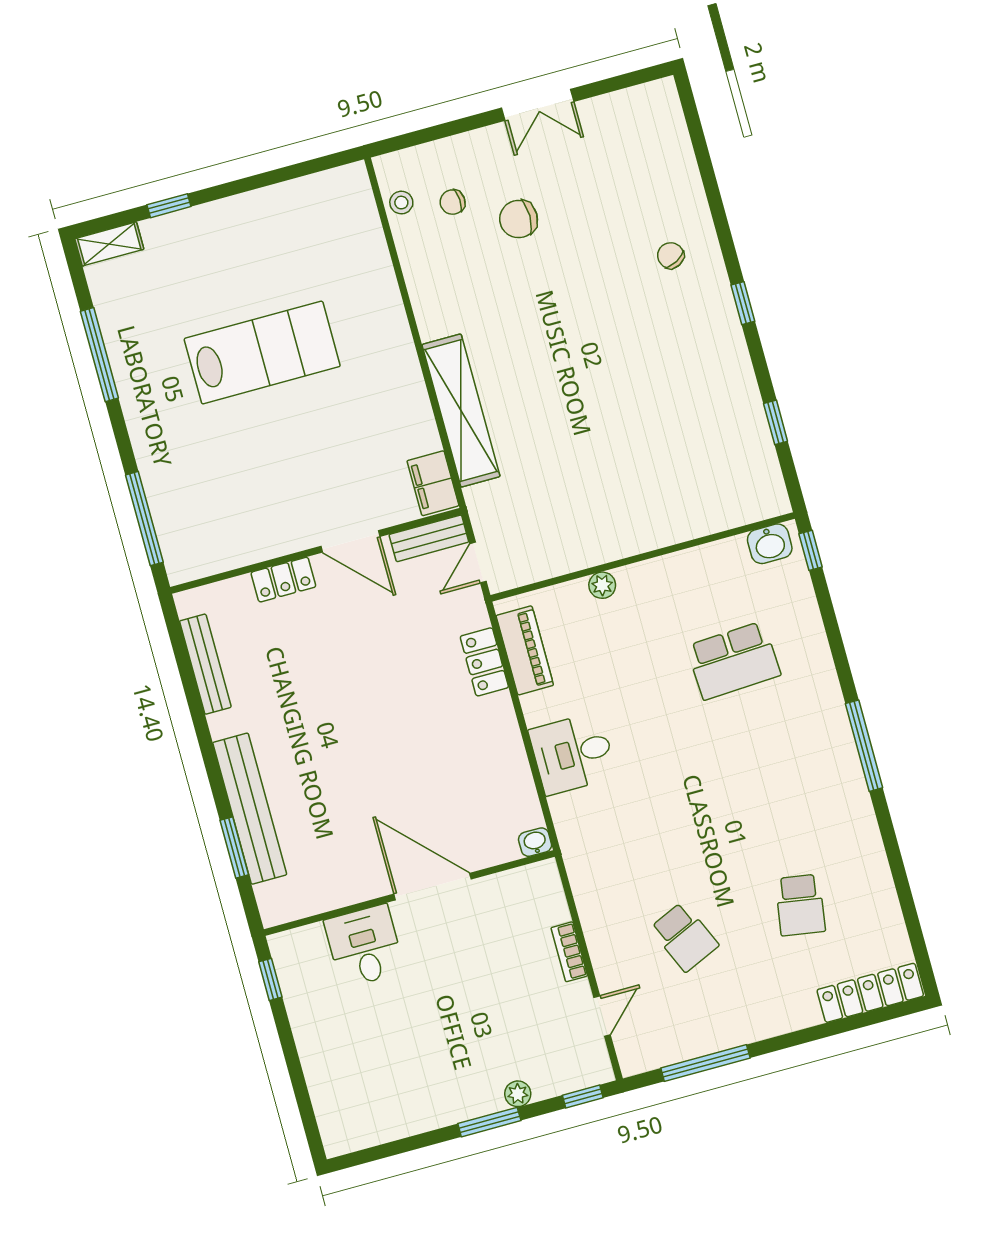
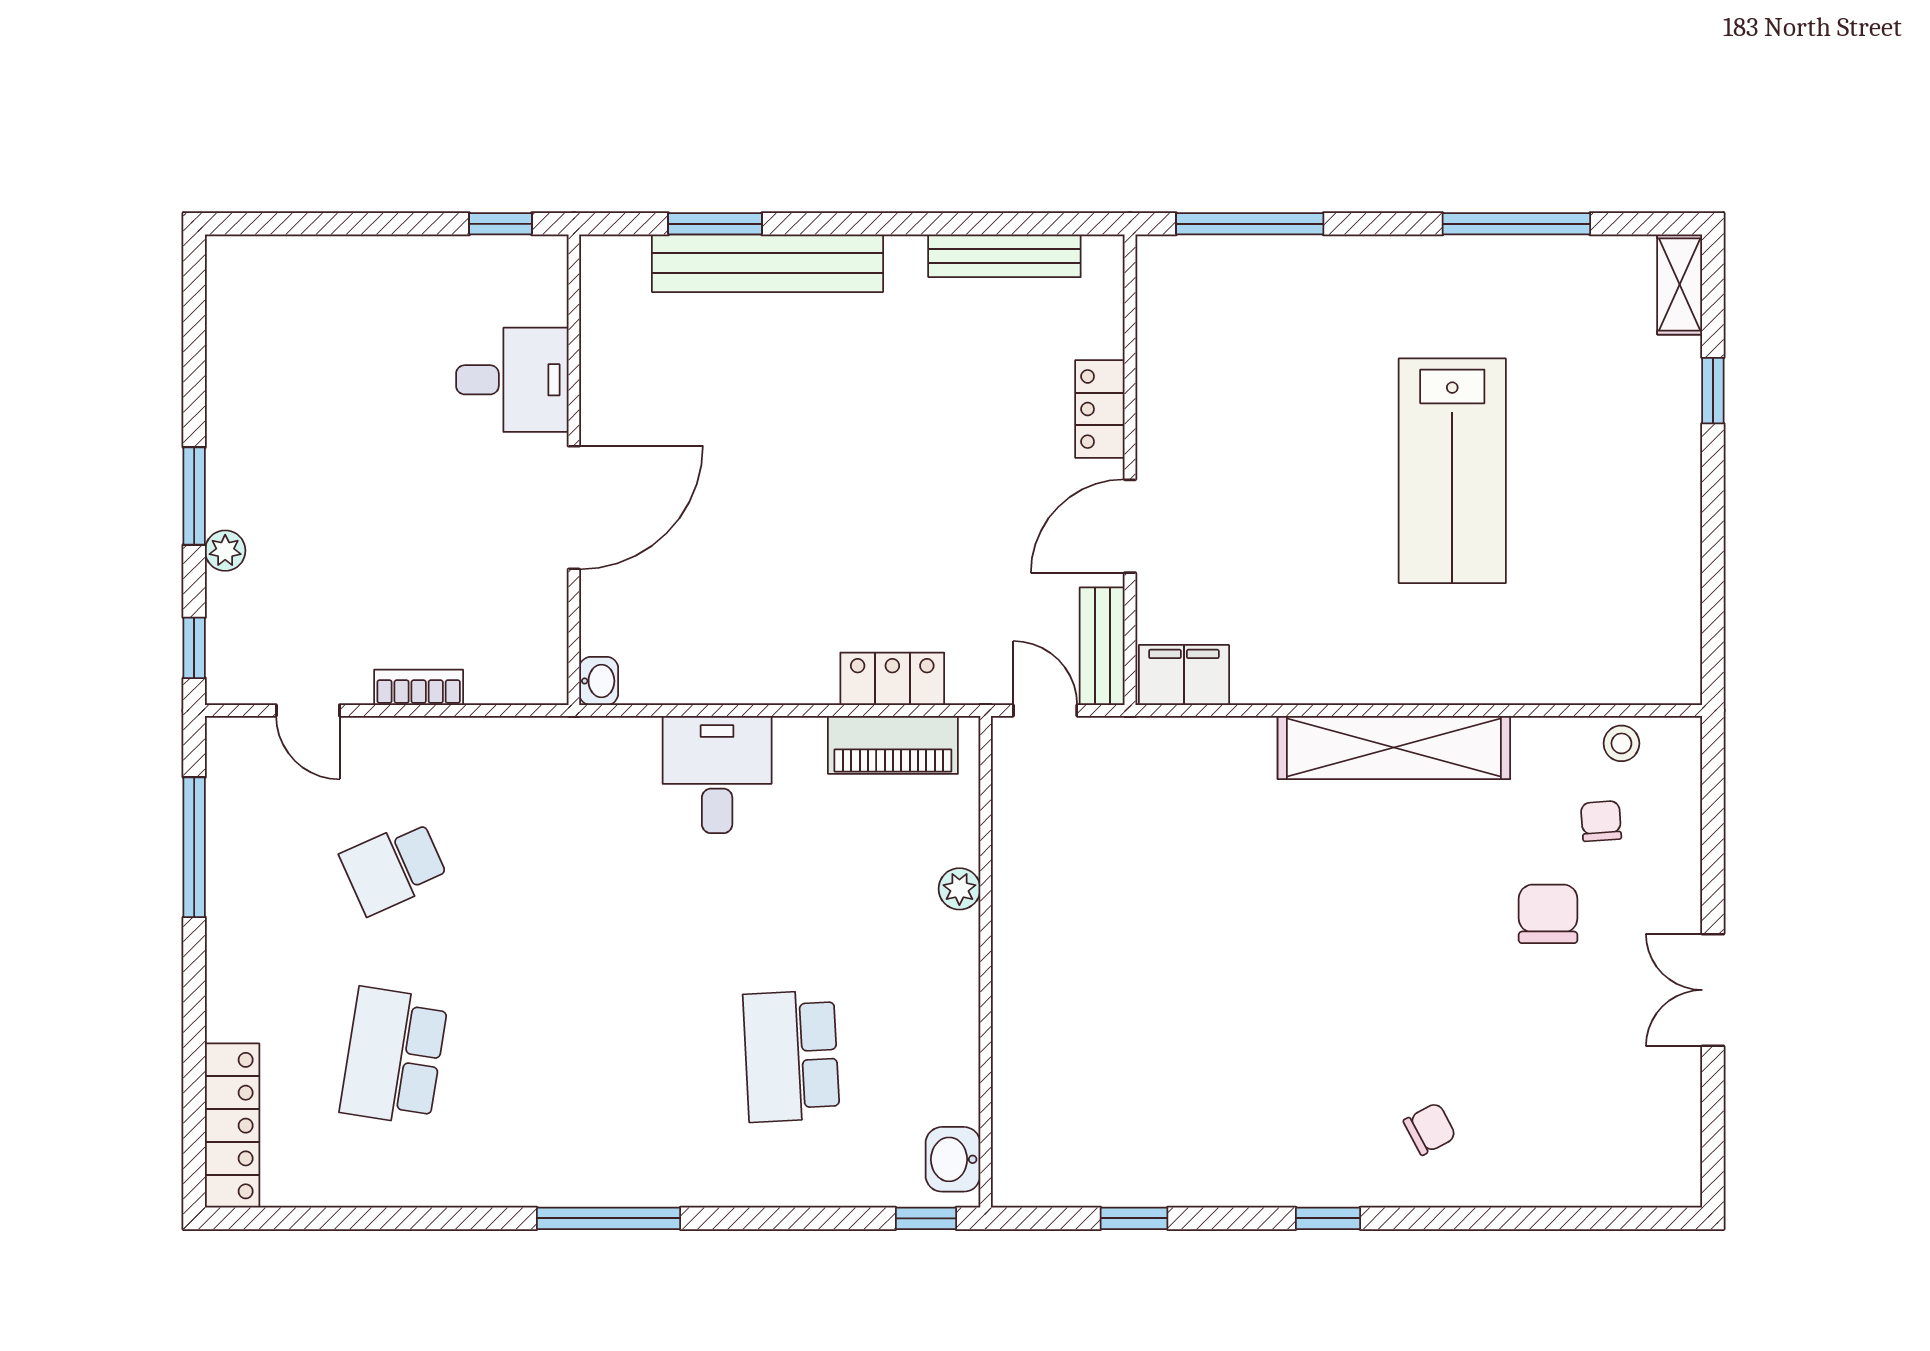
shelving: (461, 411) -> (1394, 747), moved
school desk: (800, 905) -> (394, 1056), width x1.85

